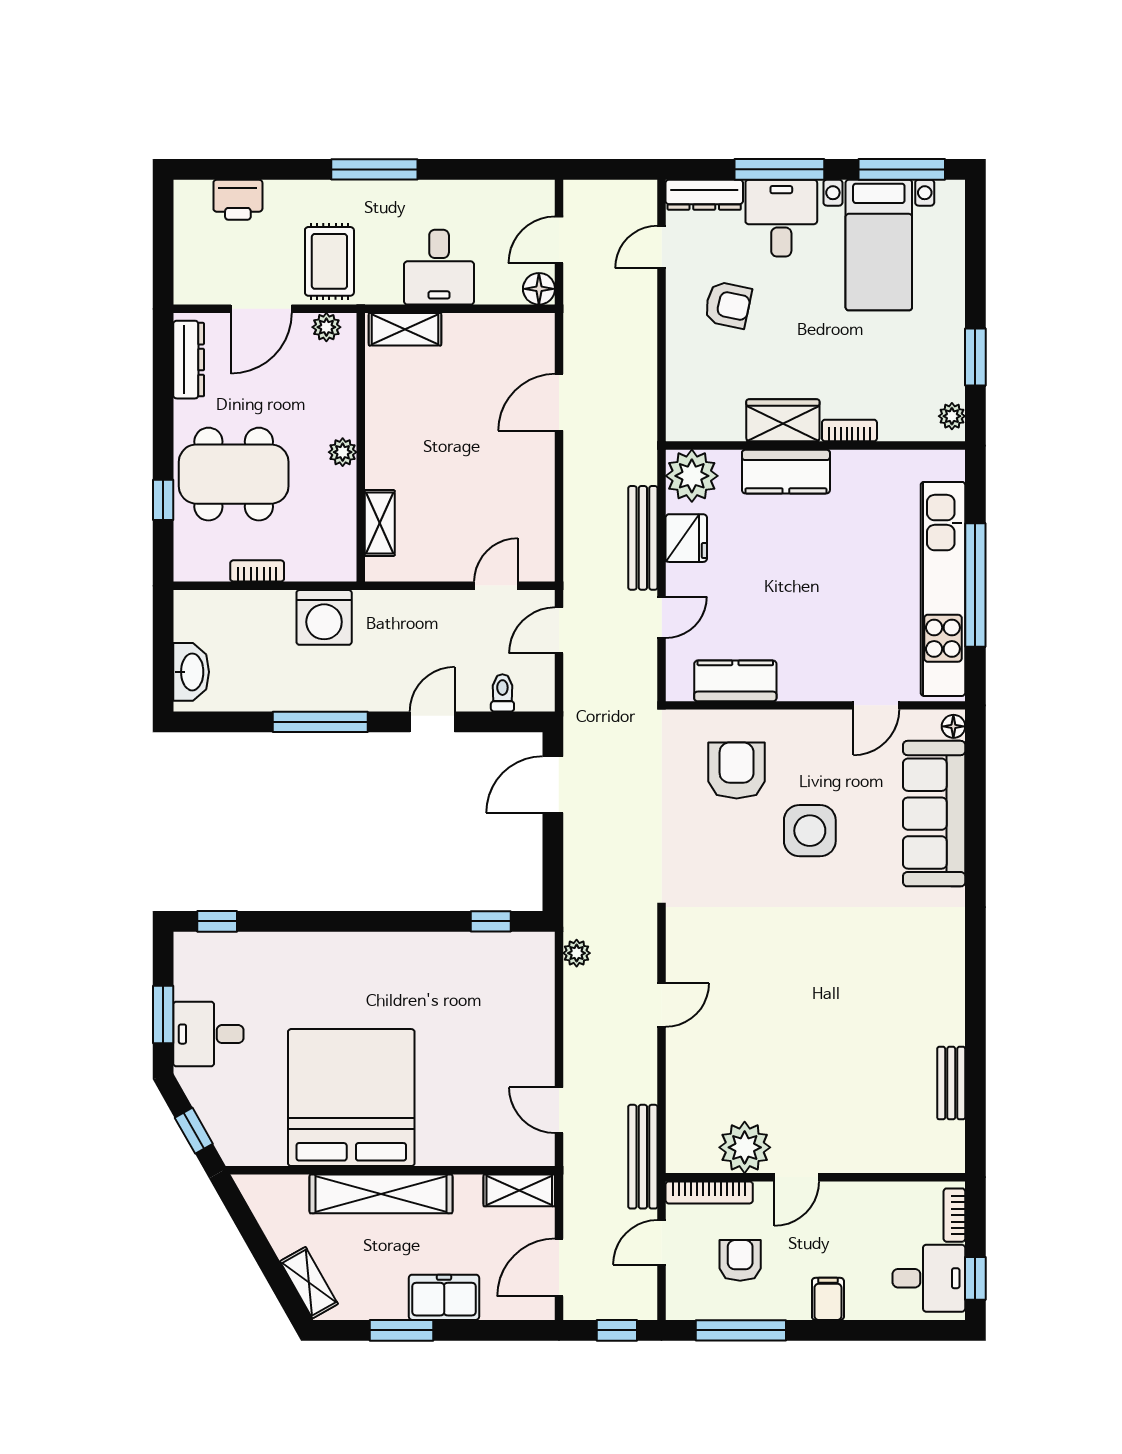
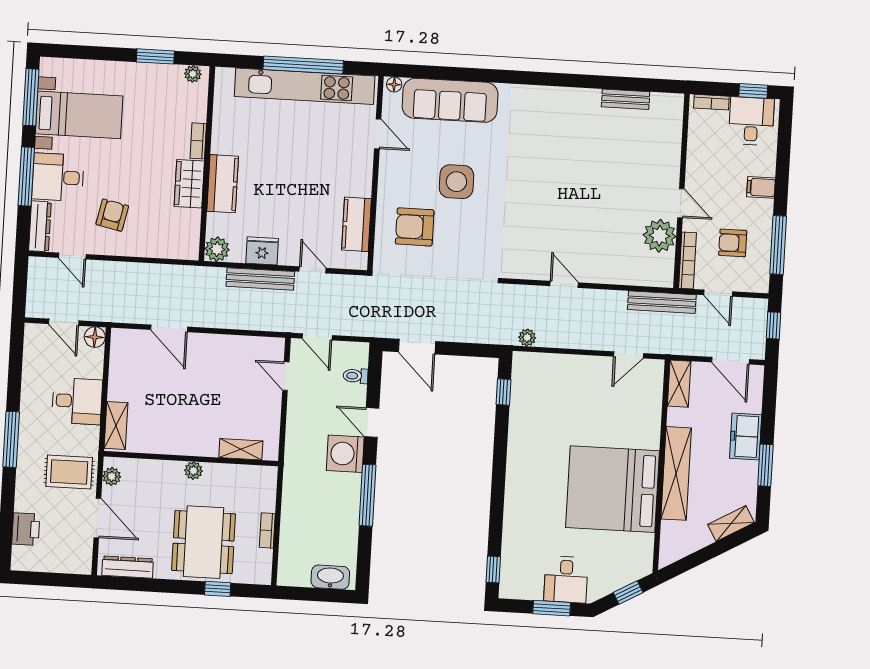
plant: (692, 476) -> (217, 249), width x0.73, depth x0.73
washing machine: (324, 617) -> (345, 454), moved, turned 180

